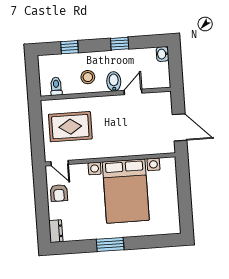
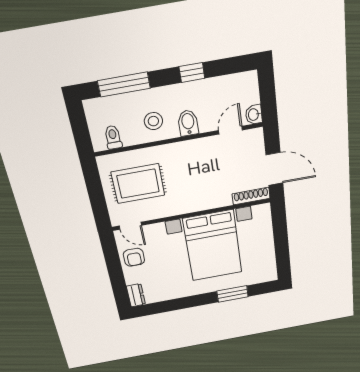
window: (69, 47) -> (124, 84), width x2.17
washbasin: (162, 54) -> (254, 114), moved
door: (133, 92) -> (230, 130), moved
shoe rack: (160, 149) -> (251, 196), added
window: (110, 245) -> (233, 294), moved

